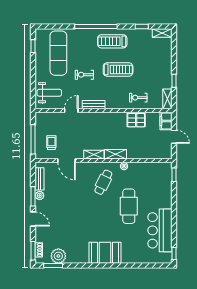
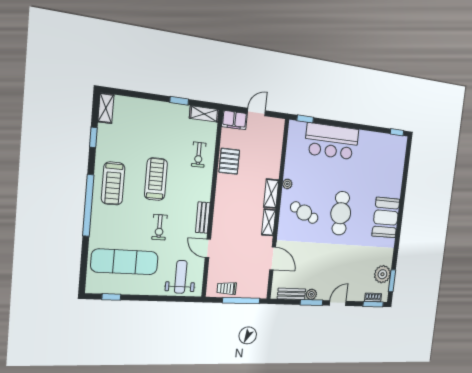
trolley: (51, 143) -> (227, 288), moved
door: (66, 161) -> (273, 258), hinge flipped
cafe table: (129, 206) -> (341, 213), moved, turned 90
bar counter: (160, 230) -> (332, 141), moved

